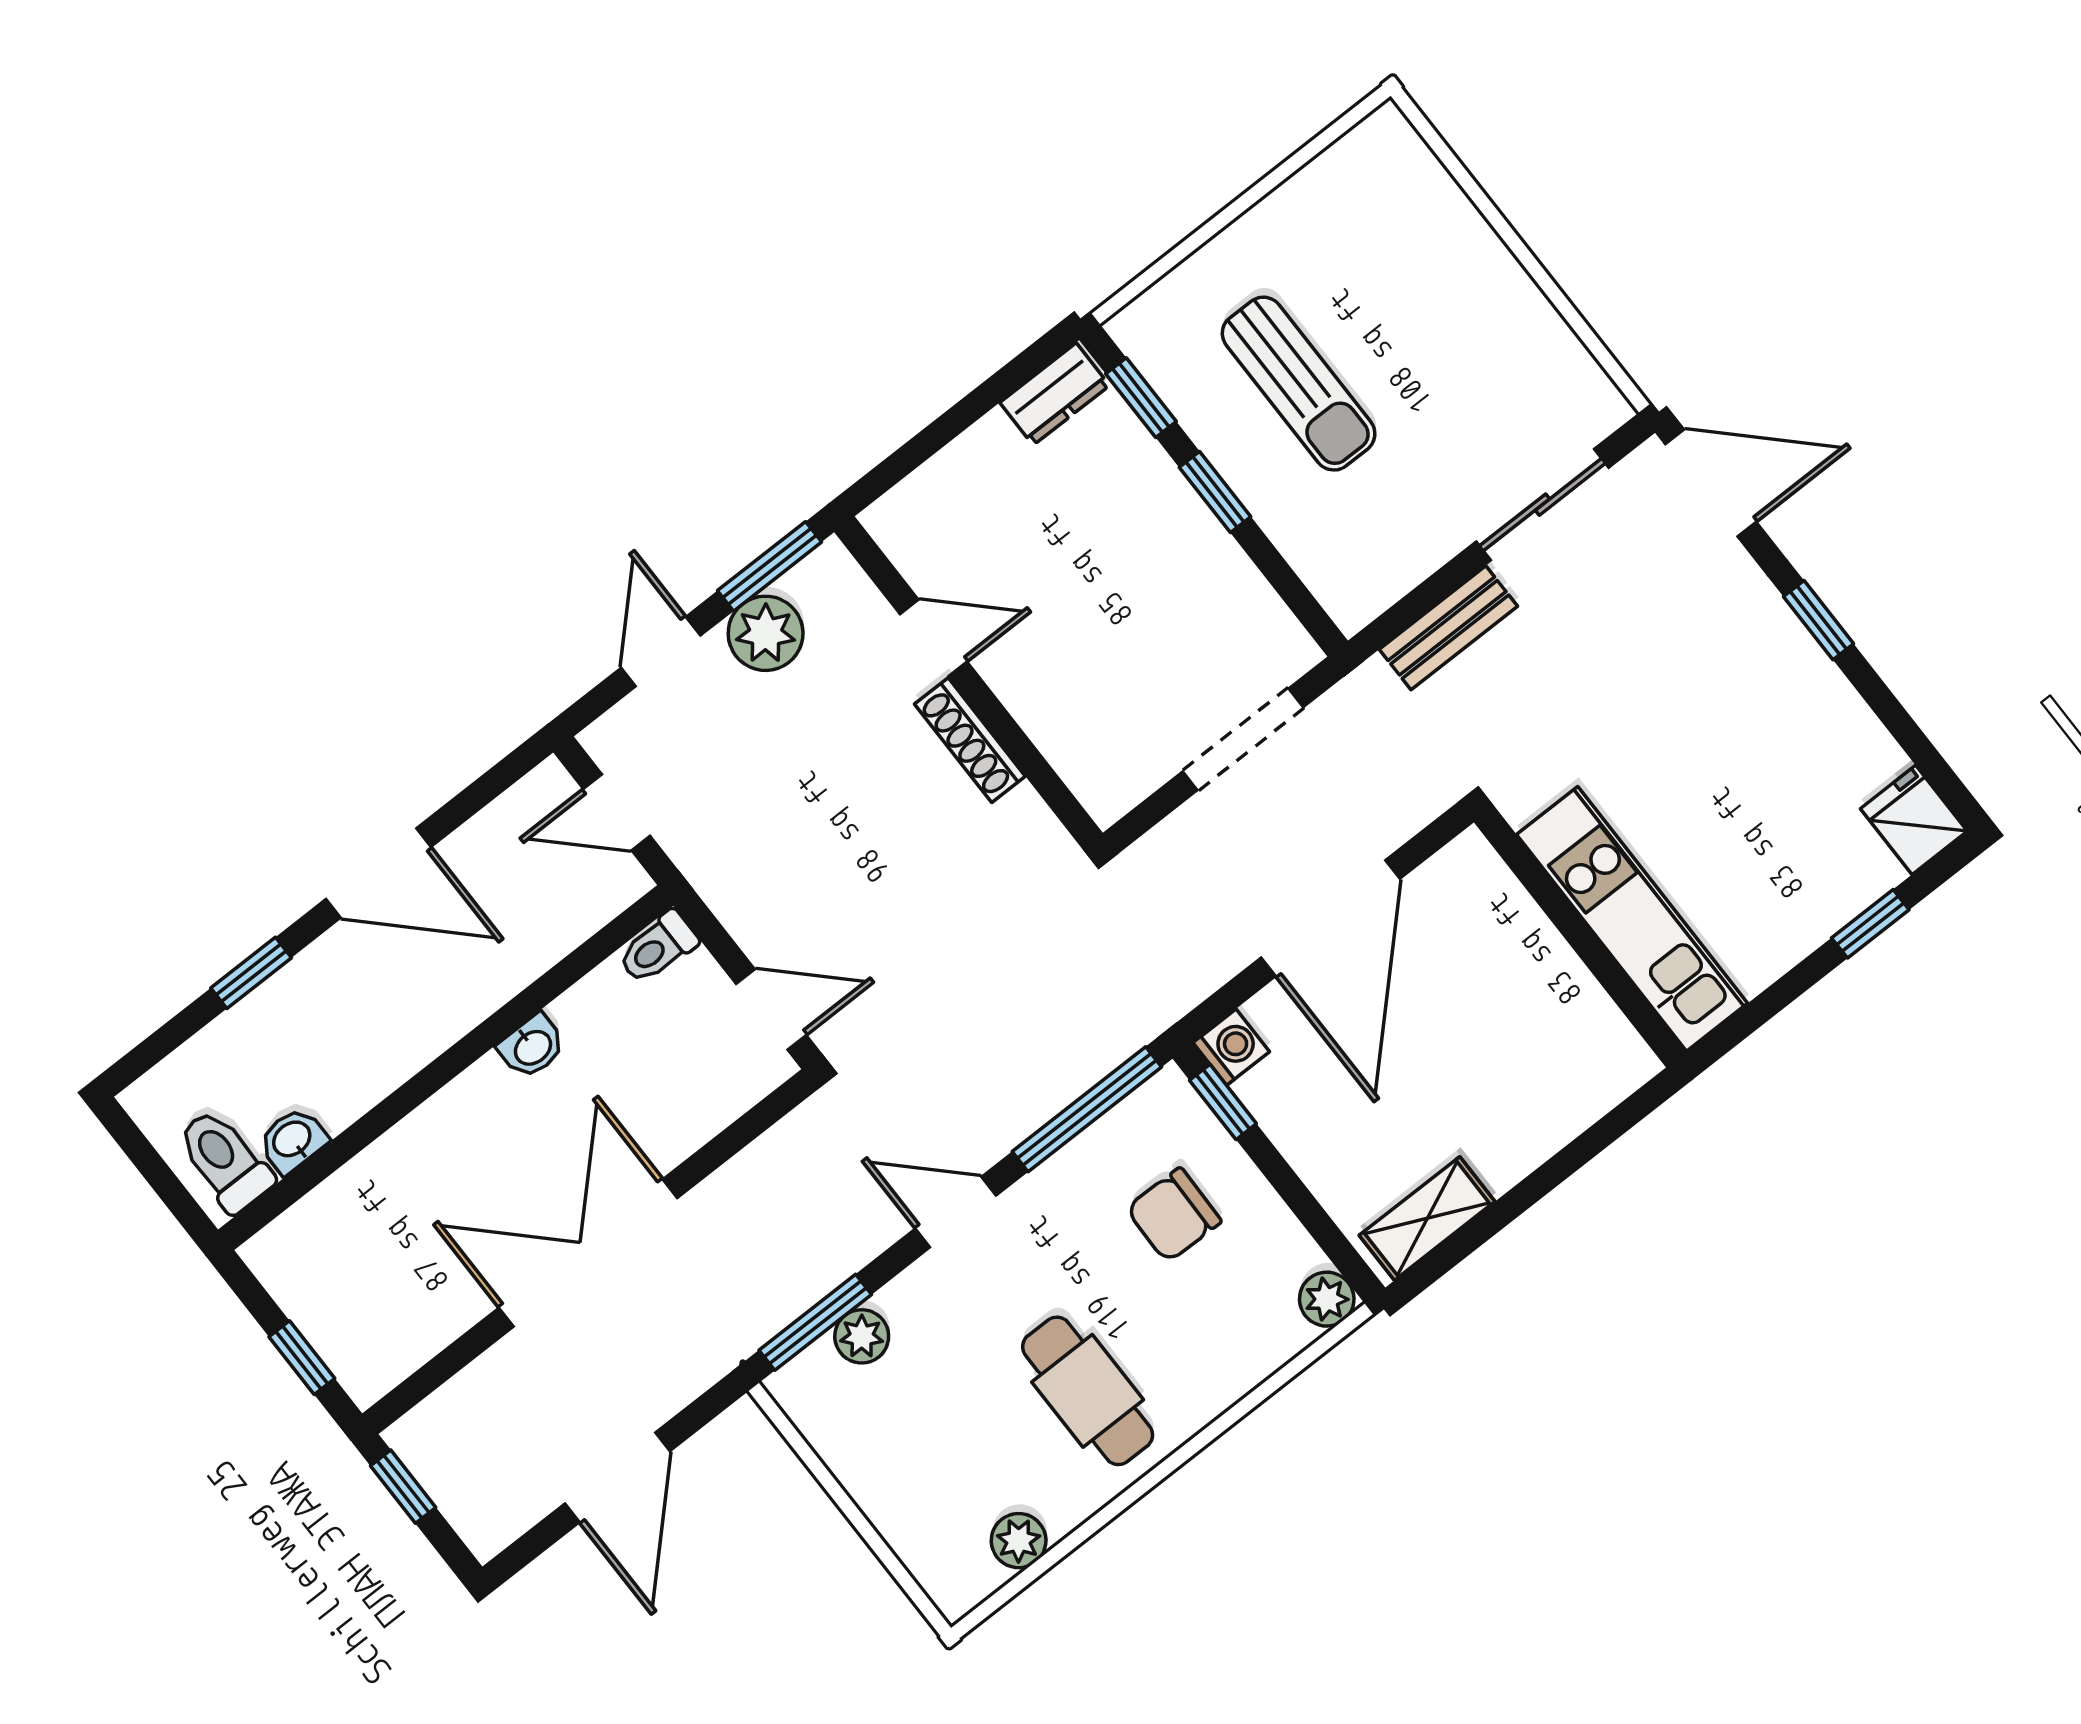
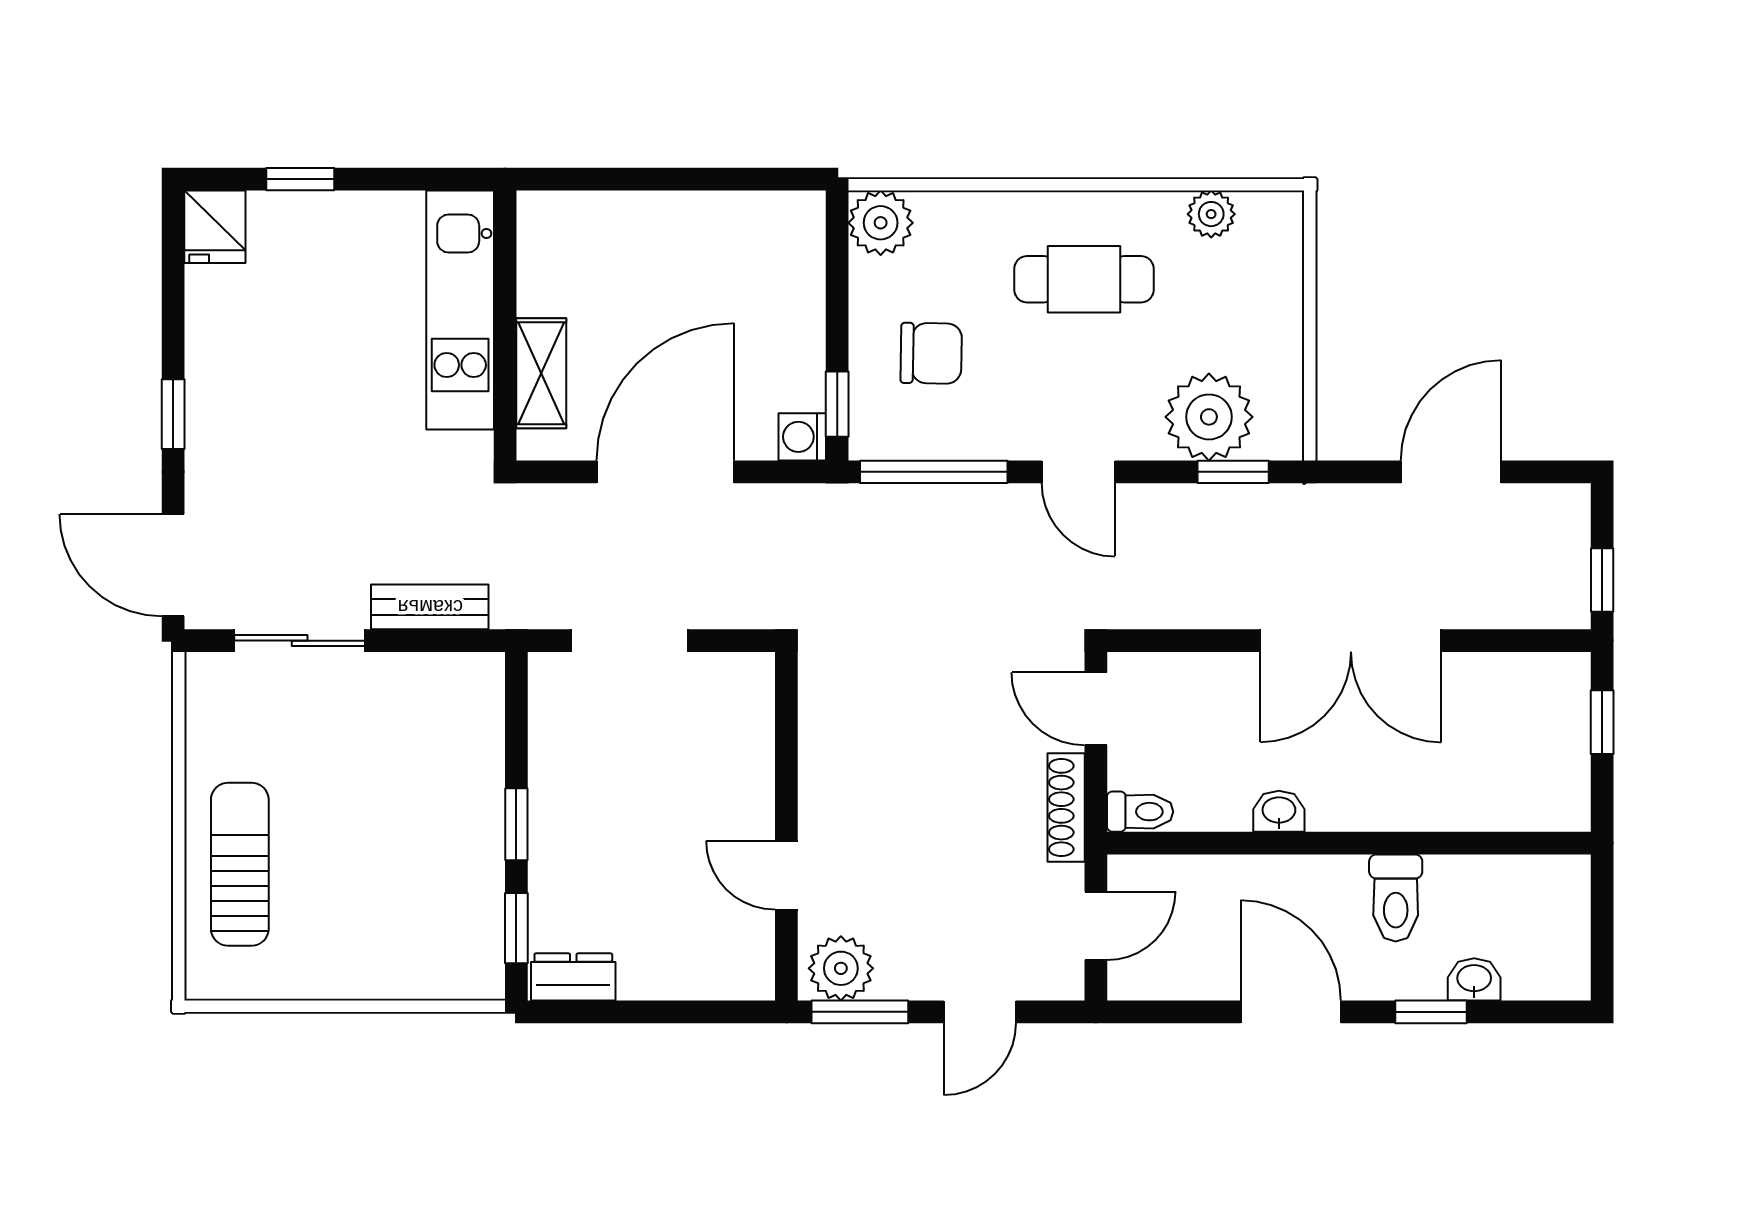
sun lounger: (1299, 384) -> (240, 864), moved
plant: (766, 633) -> (841, 968), moved
shoe rack: (970, 740) -> (1066, 808), moved, turned 180
door: (617, 812) -> (1096, 926), hinge flipped
washbasin: (293, 1140) -> (1474, 979), moved, turned 180
toilet: (225, 1160) -> (1396, 898), moved
shelving: (1427, 1218) -> (541, 373), moved, turned 90
plant: (1327, 1299) -> (881, 223), width x1.38, depth x1.38
window: (815, 1322) -> (1233, 472), width x0.67
plant: (862, 1336) -> (1209, 417), width x1.88, depth x1.88
cafe table: (1088, 1391) -> (1084, 279), turned 90

